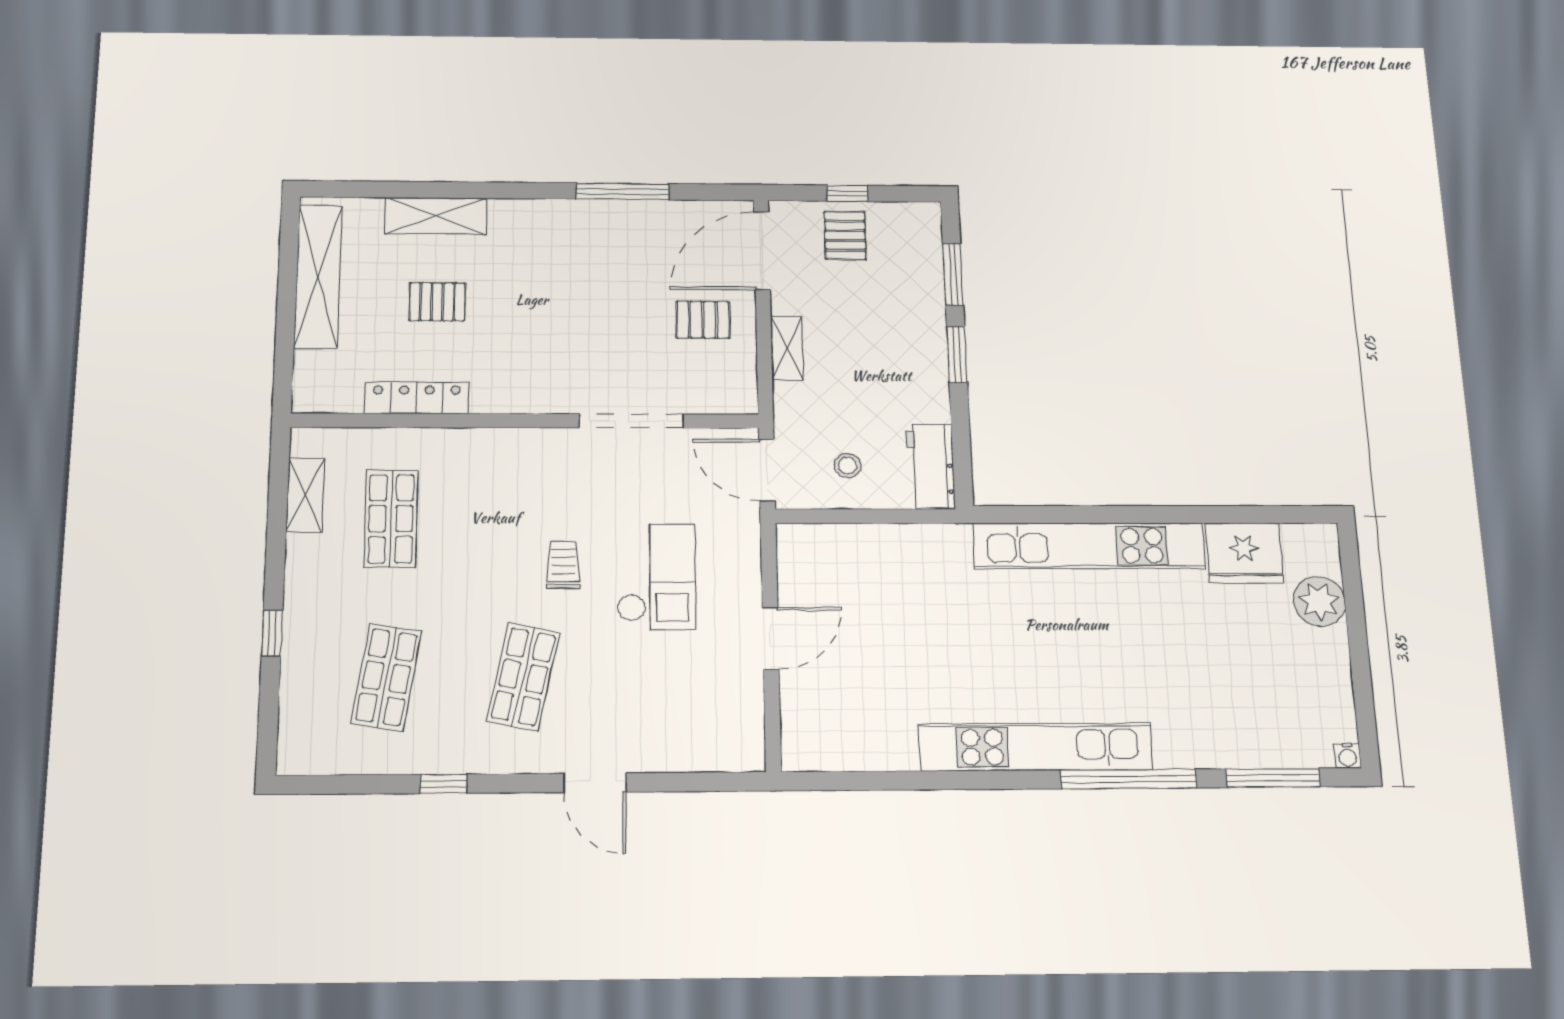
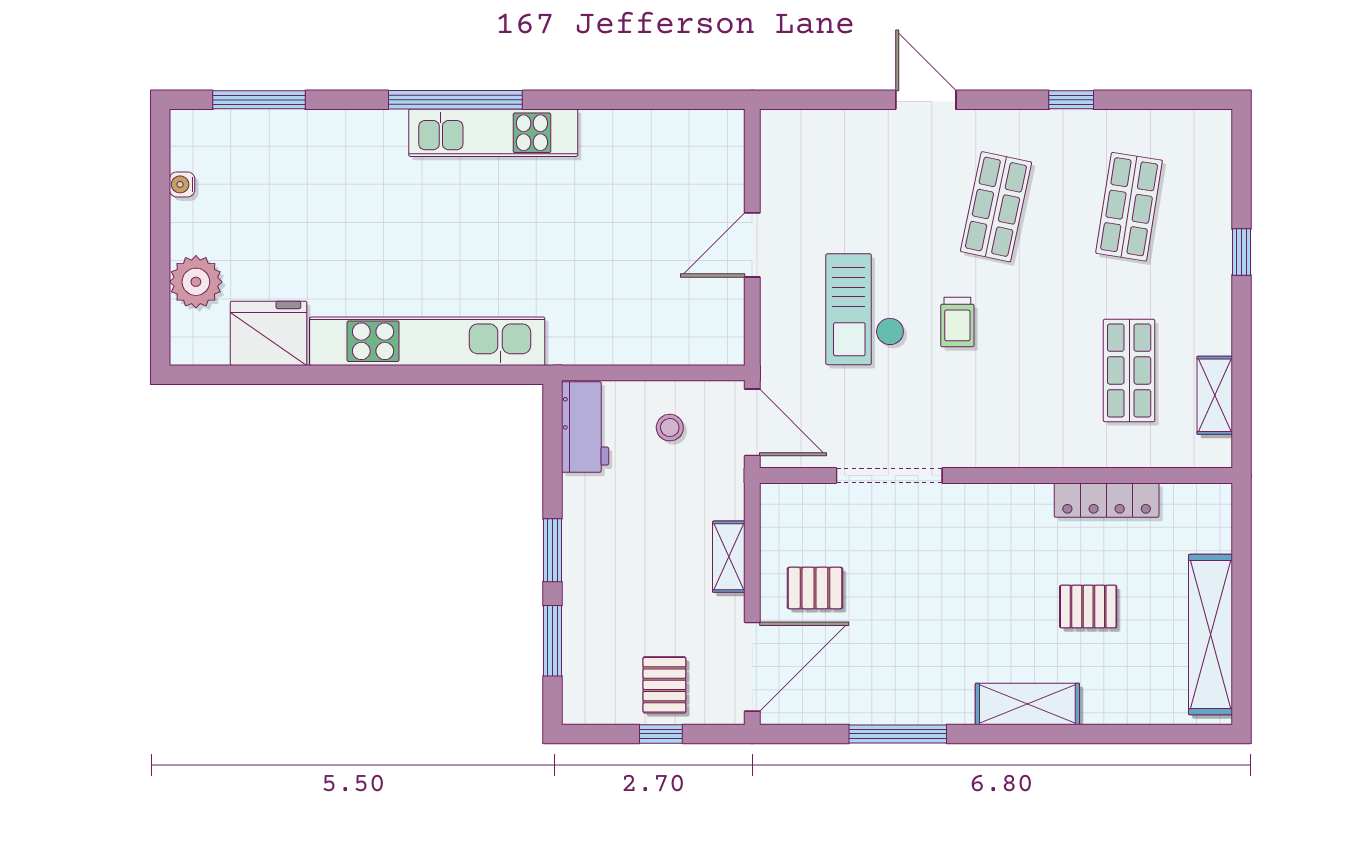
shelving: (436, 216) -> (1027, 704), moved
kitchen unit: (1036, 747) -> (493, 133), width x0.73
water cooler: (1348, 756) -> (182, 184), moved, turned -90
window: (1129, 779) -> (455, 100), moved

